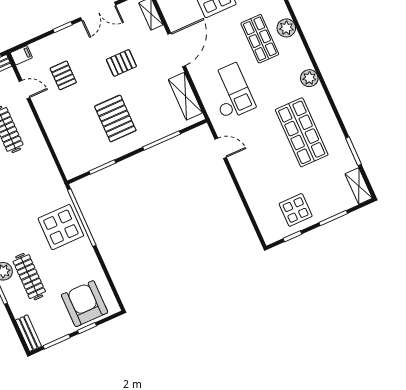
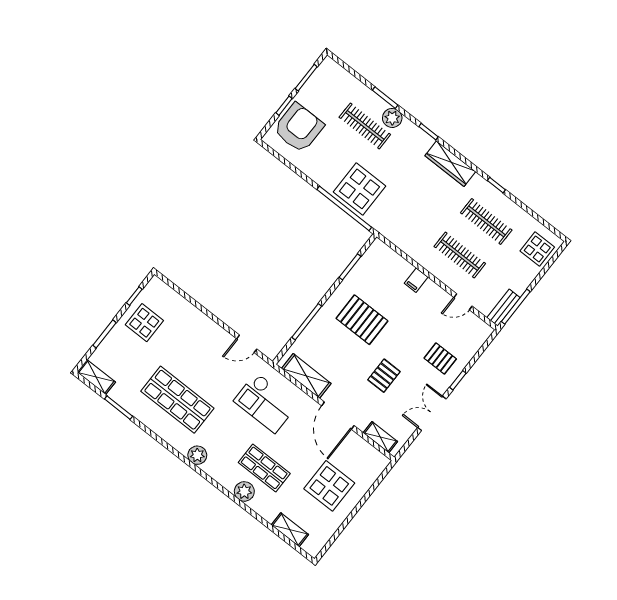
filing cabinet: (21, 55) -> (416, 280), moved
pallet: (63, 75) -> (440, 359), moved
armchair: (85, 304) -> (299, 128), turned -90
bench: (28, 333) -> (337, 72), removed

